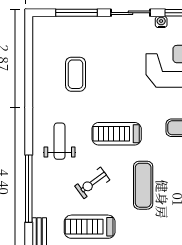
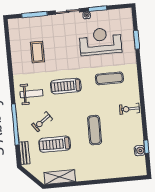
weight bench: (60, 141) -> (31, 94), turned 90
exercise bike: (92, 183) -> (42, 122), moved
exercise mat: (143, 185) -> (95, 130), moved

